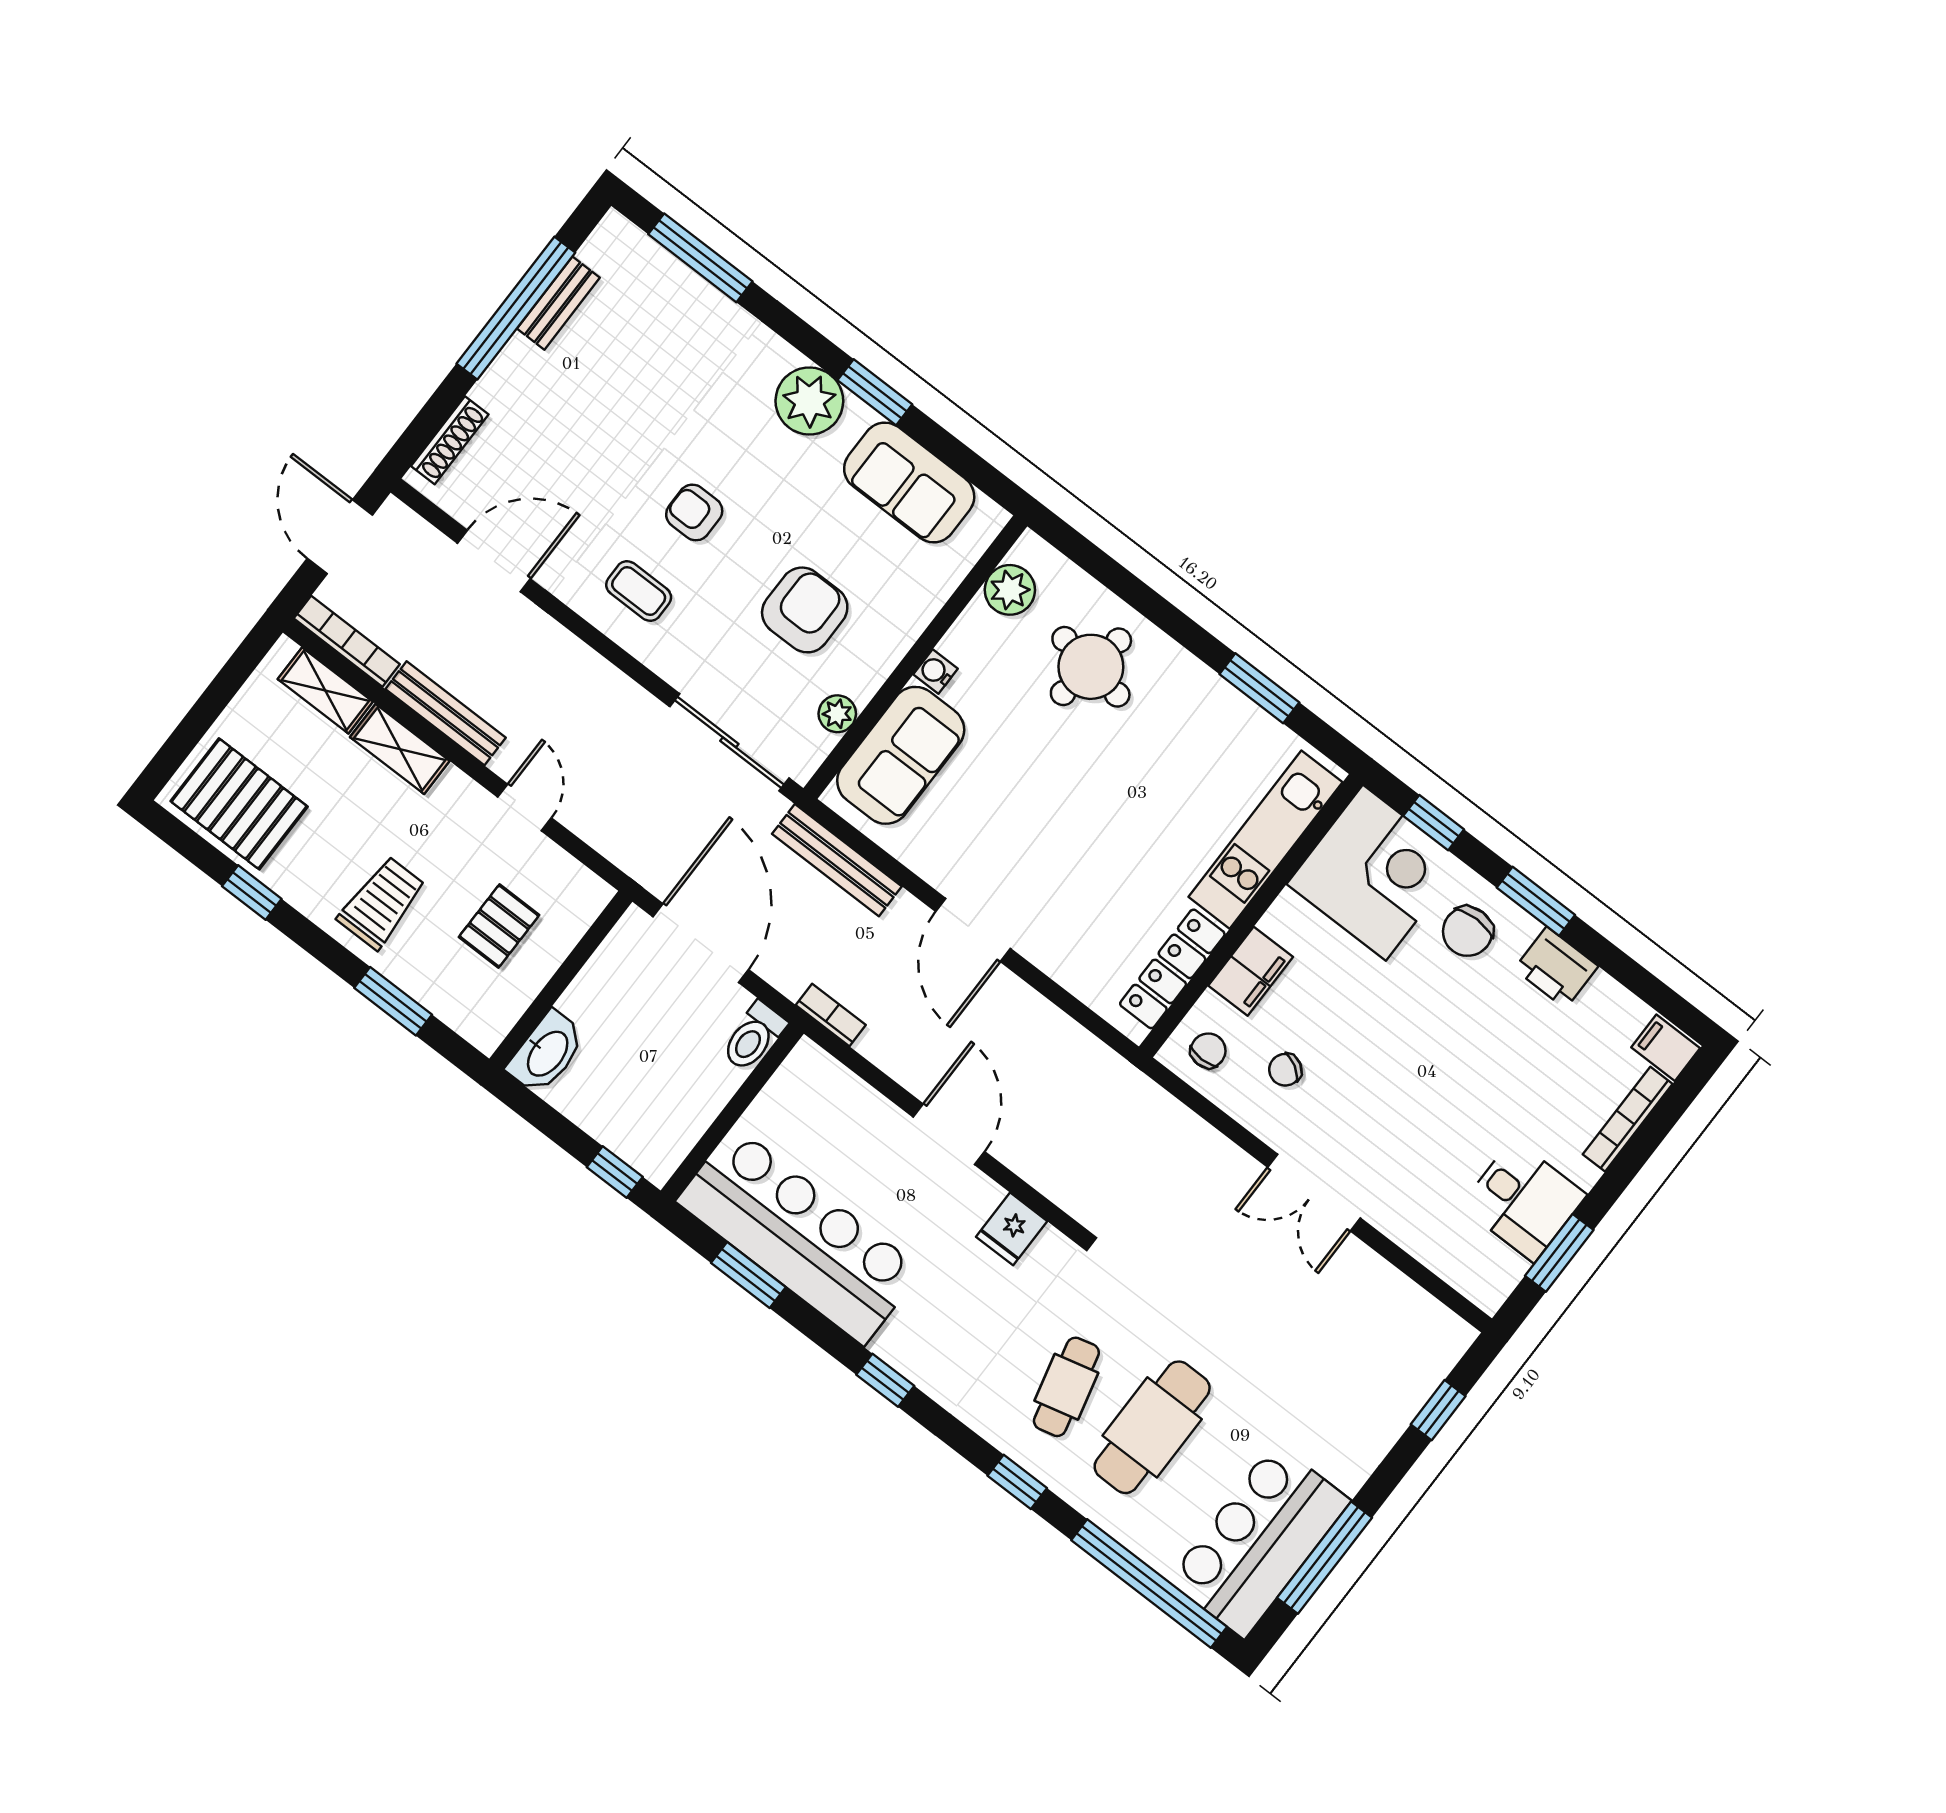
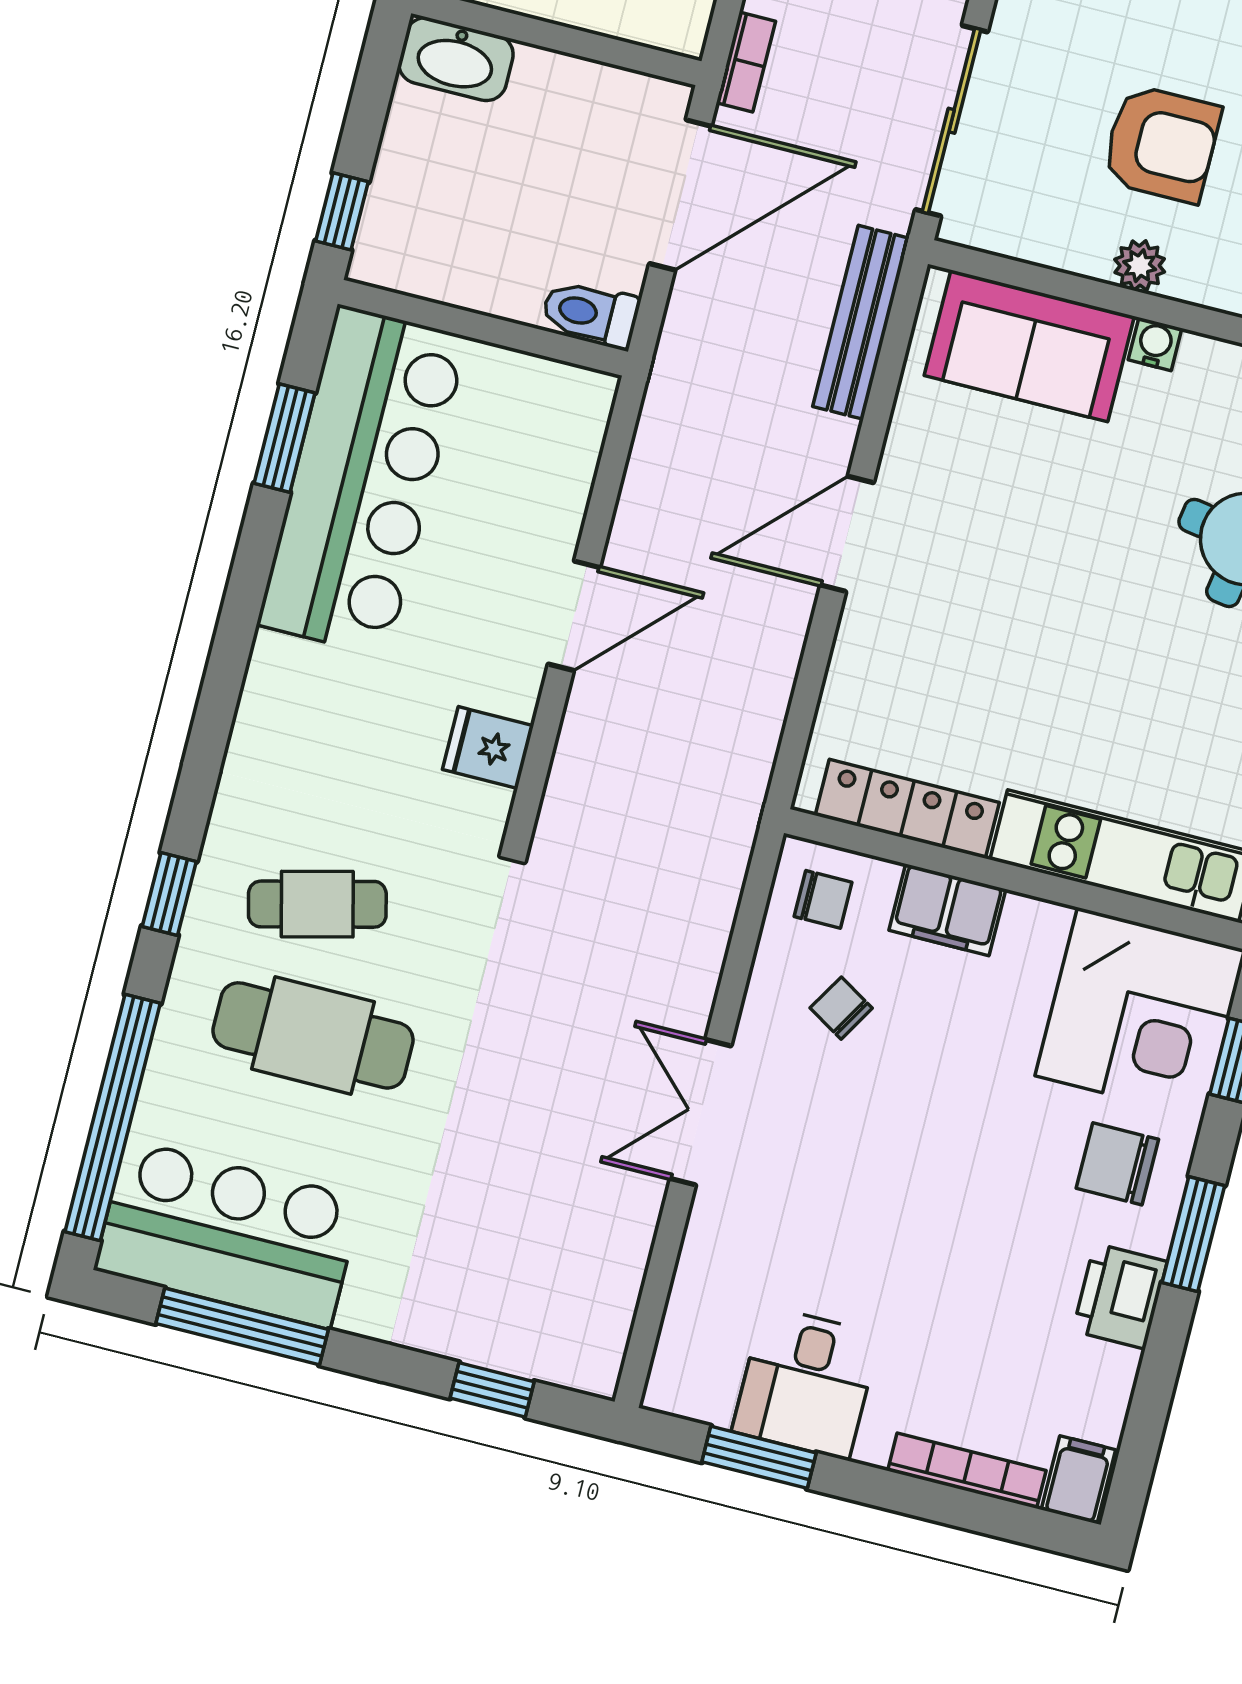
plant: (837, 714) -> (1140, 266), moved
bookcase: (831, 1015) -> (746, 62), moved
window: (885, 1380) -> (226, 670), removed

